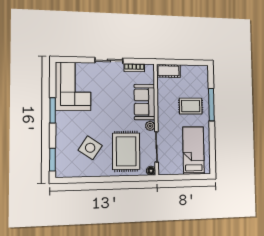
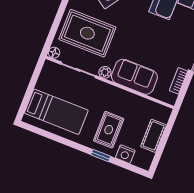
cot: (168, 71) -> (153, 136), moved
nightstand: (203, 87) -> (125, 154), added
window: (211, 105) -> (101, 156), width x0.46

